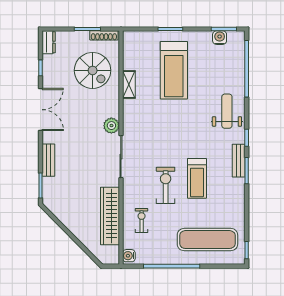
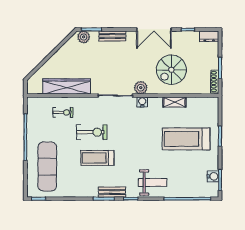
spiral stairs: (93, 70) -> (171, 70), moved
plant: (50, 195) -> (84, 37), added
water cooler: (129, 256) -> (142, 102), moved

